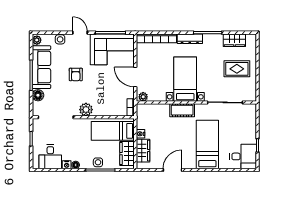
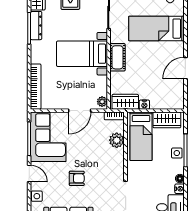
door: (80, 33) -> (29, 174), swing flipped
dresser: (190, 39) -> (36, 26), moved
plant: (86, 110) -> (117, 140), moved
wardrobe: (143, 151) -> (125, 102), moved
door: (173, 170) -> (185, 68), hinge flipped

